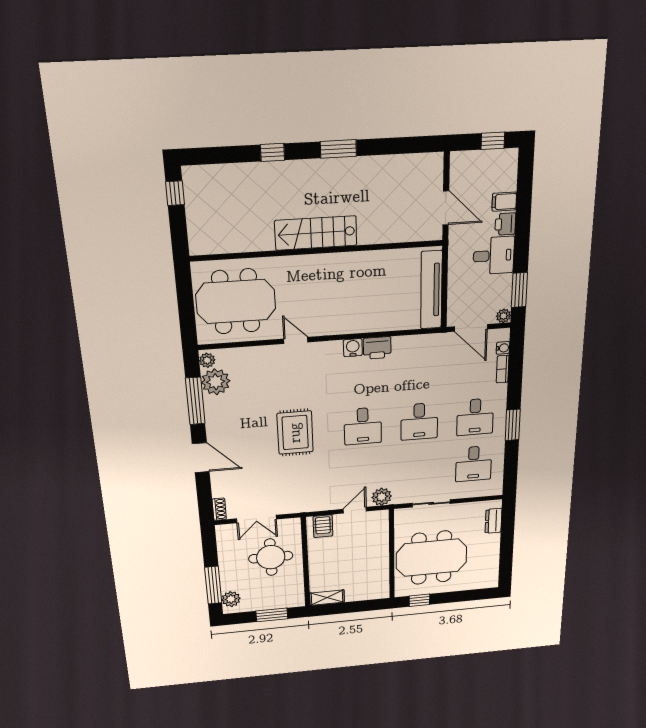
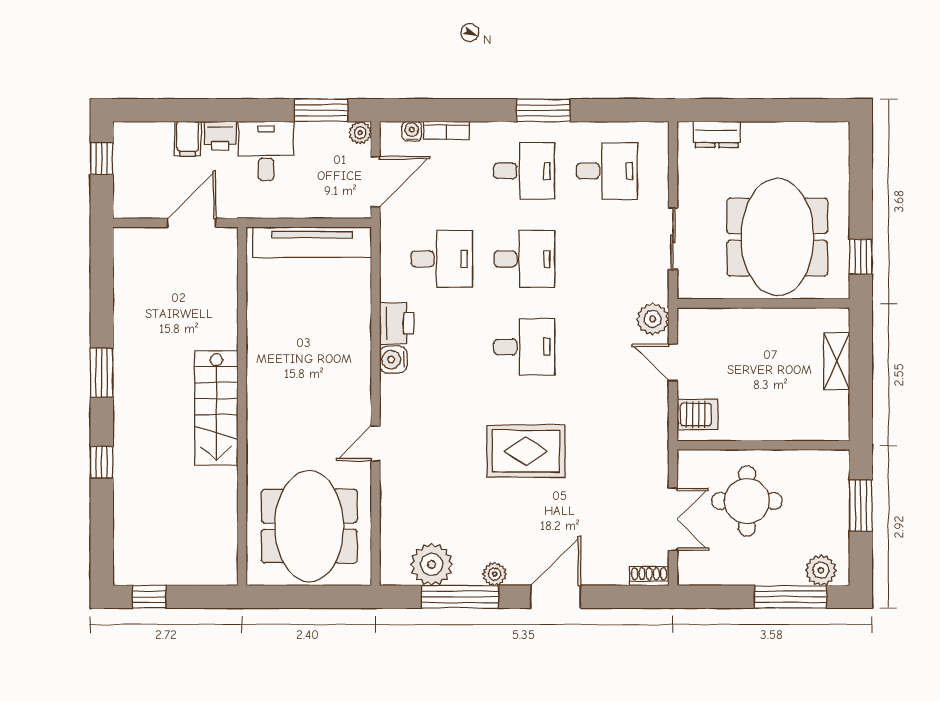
plant: (207, 360) -> (495, 574), moved
desk: (420, 372) -> (442, 259), added
shelving: (327, 598) -> (837, 361), moved

